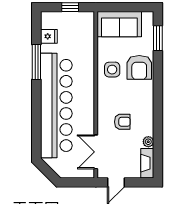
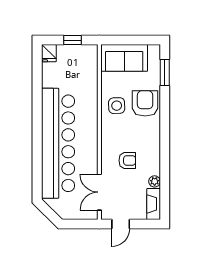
fridge: (49, 36) -> (49, 53), moved, turned 90
window: (36, 62) -> (37, 98), removed
armchair: (139, 67) -> (145, 103), turned 180

